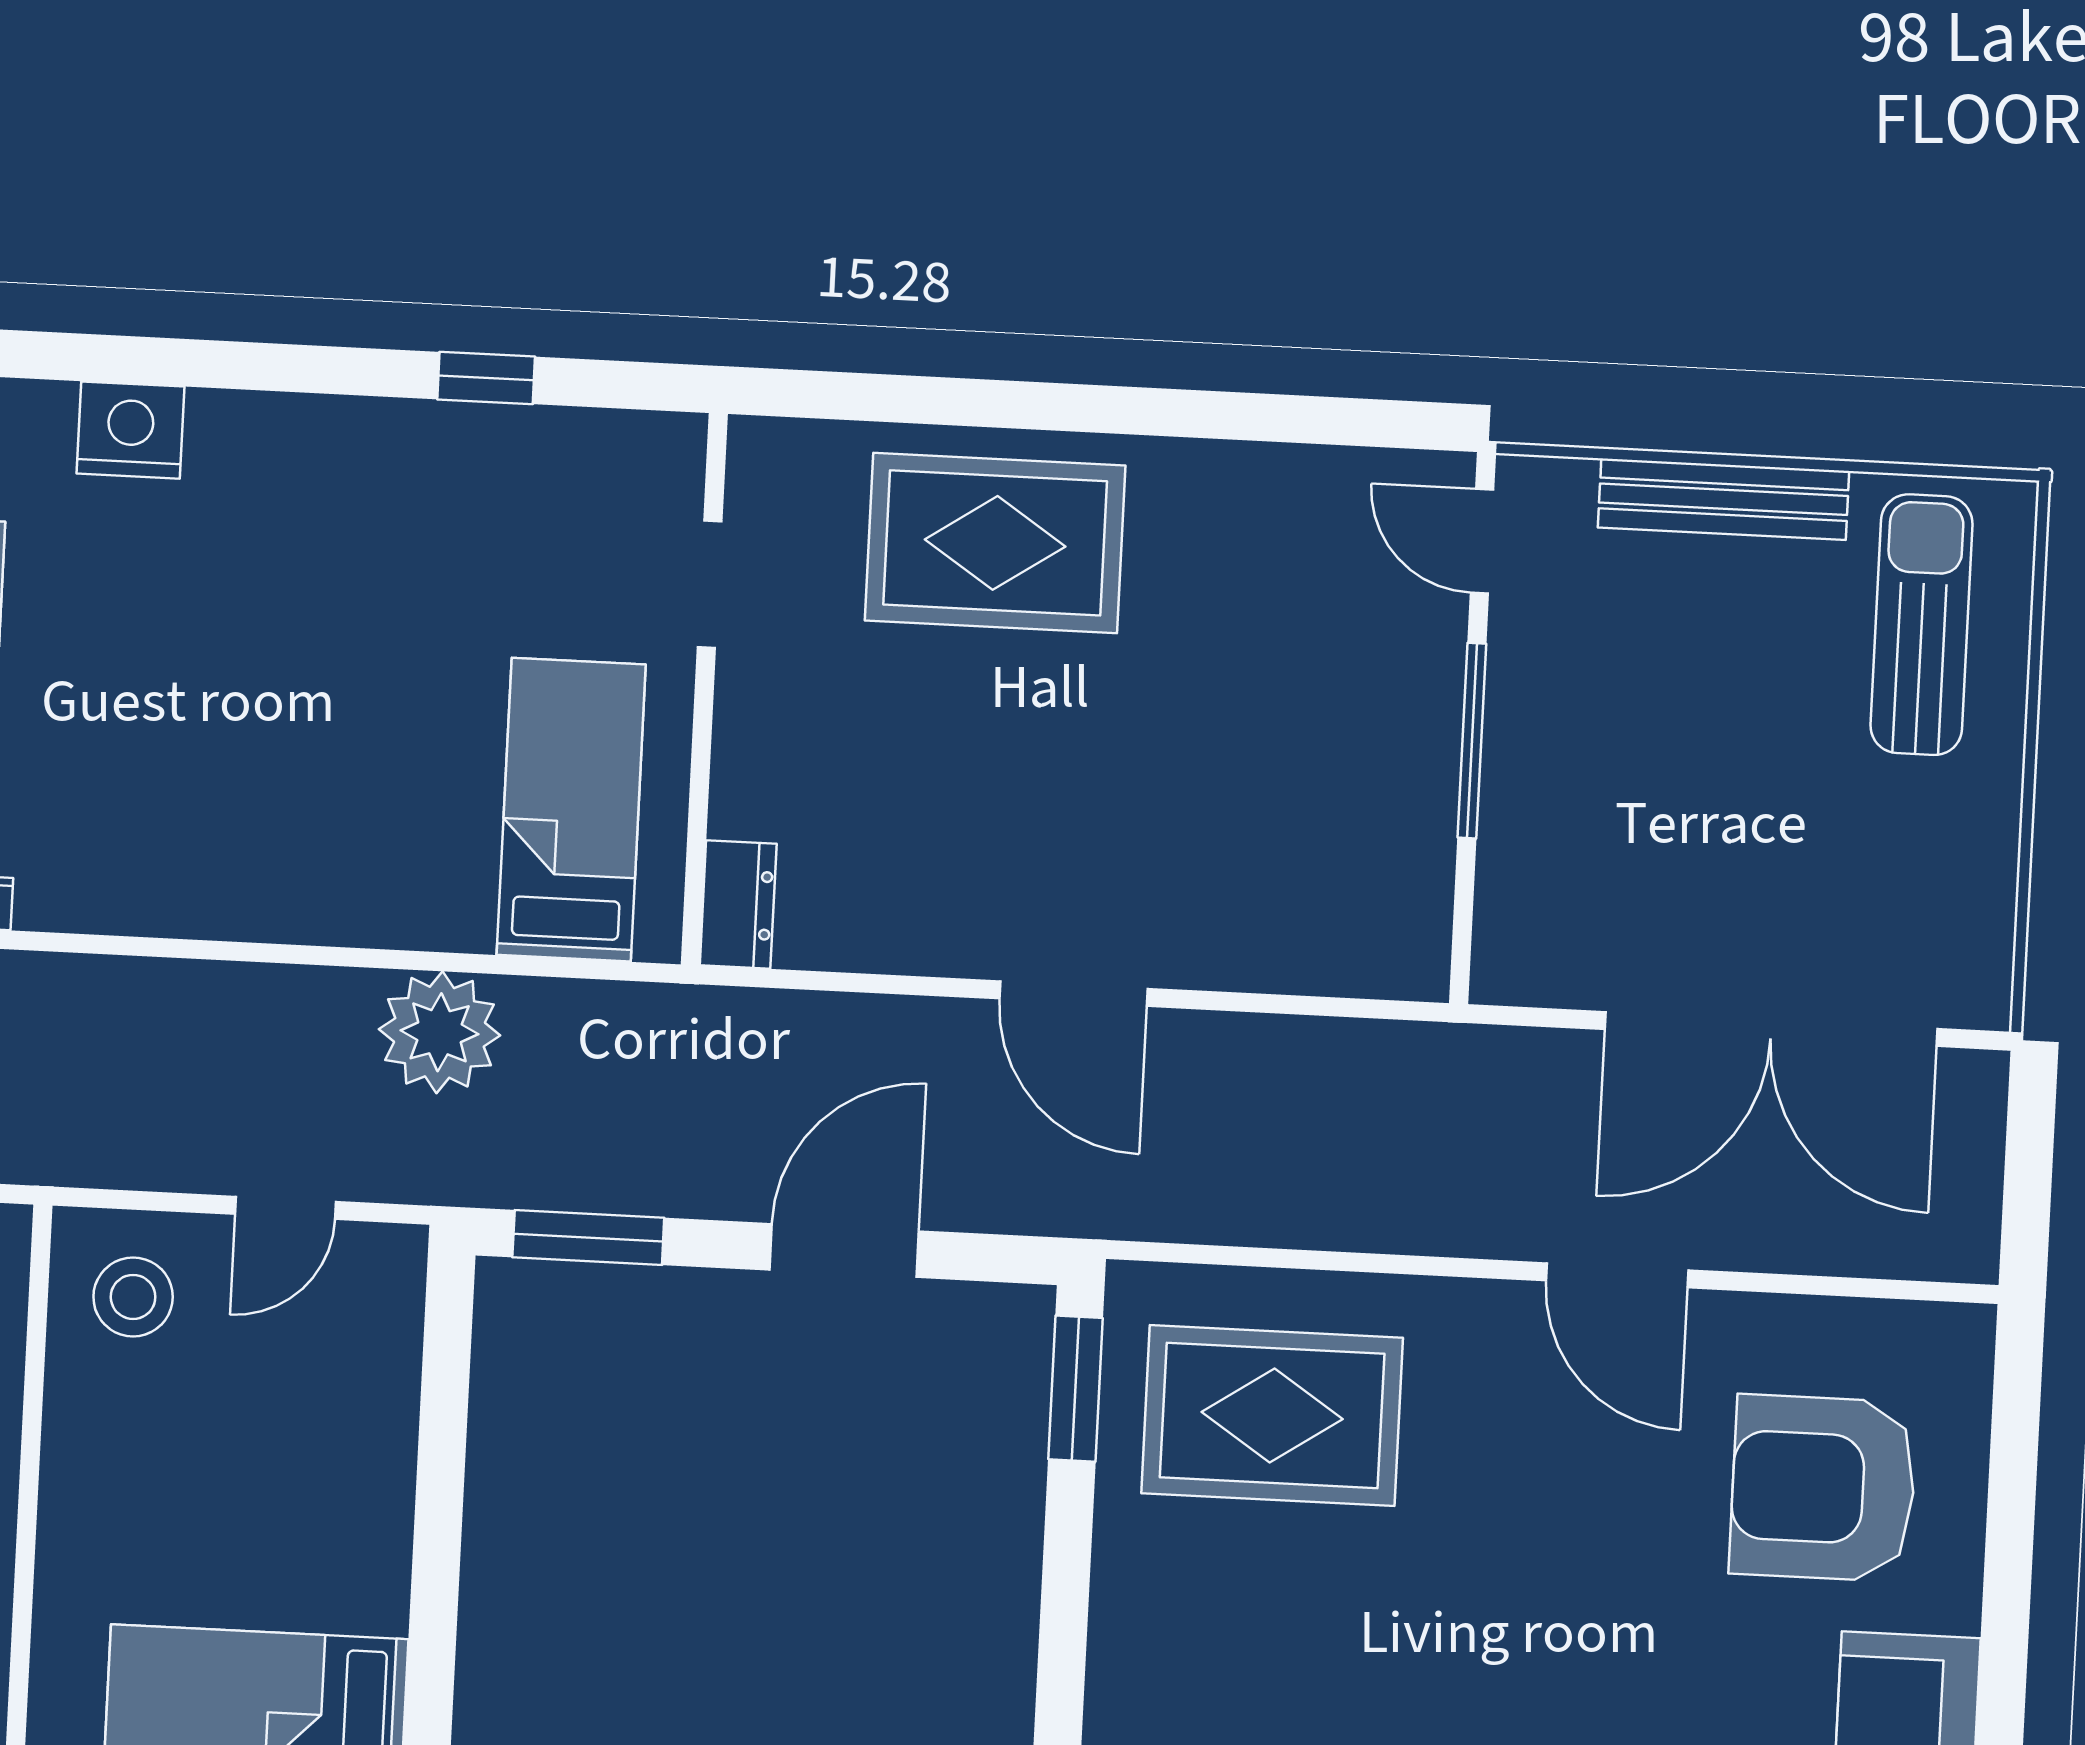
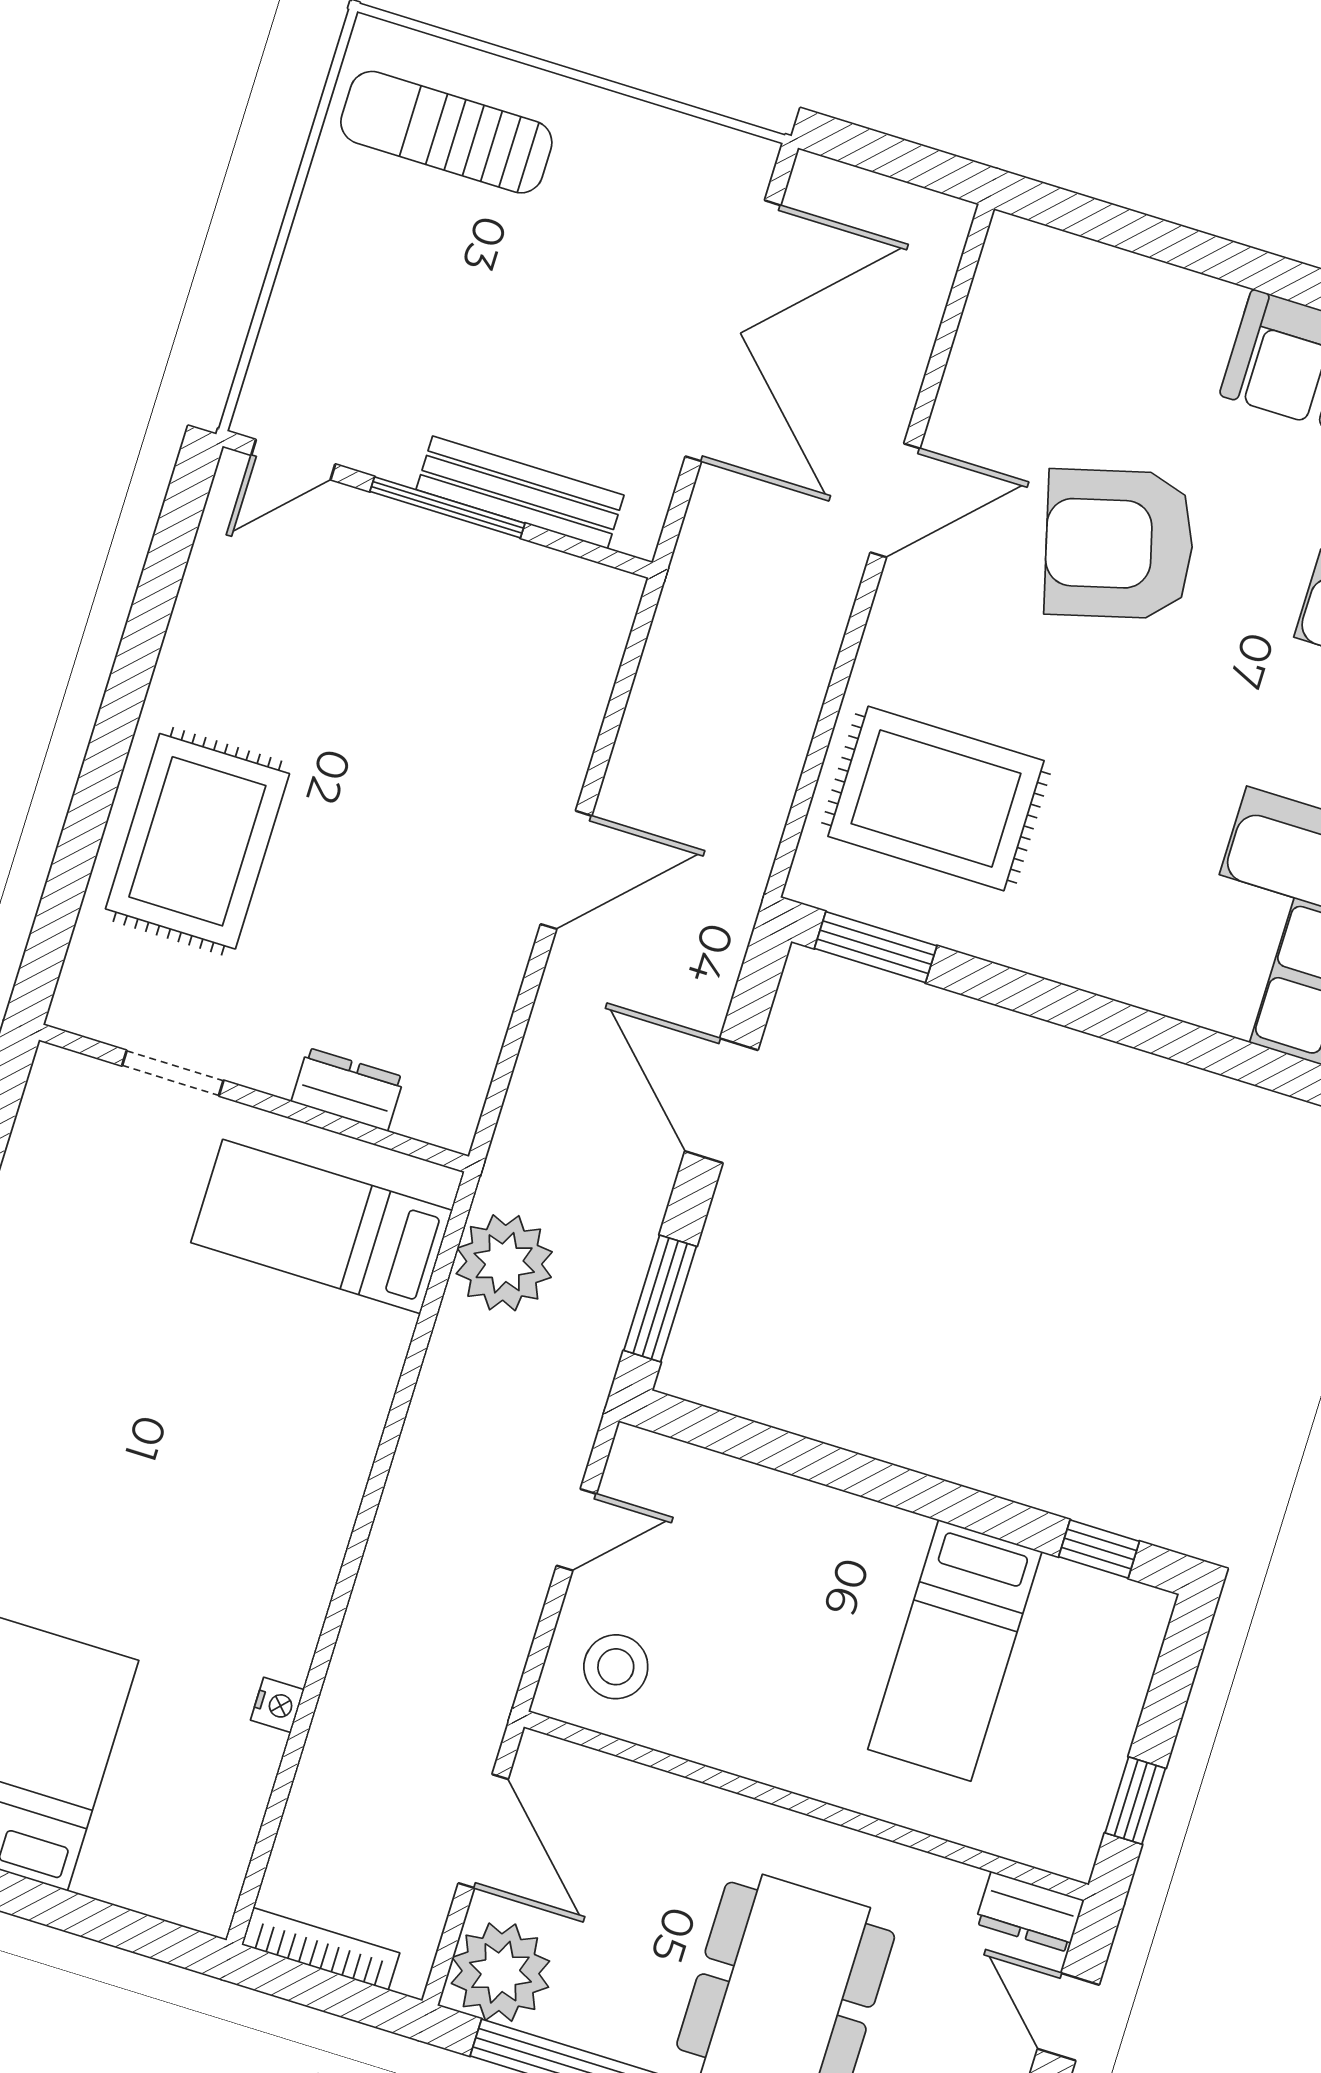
bench: (1724, 499) -> (520, 492), moved, turned 90
dresser: (738, 904) -> (348, 1089), moved
plant: (440, 1032) -> (504, 1263), moved
door: (285, 1208) -> (576, 1530), hinge flipped
rug: (1272, 1415) -> (936, 799), turned 90
armchair: (1823, 1488) -> (1119, 544), moved, turned 75

